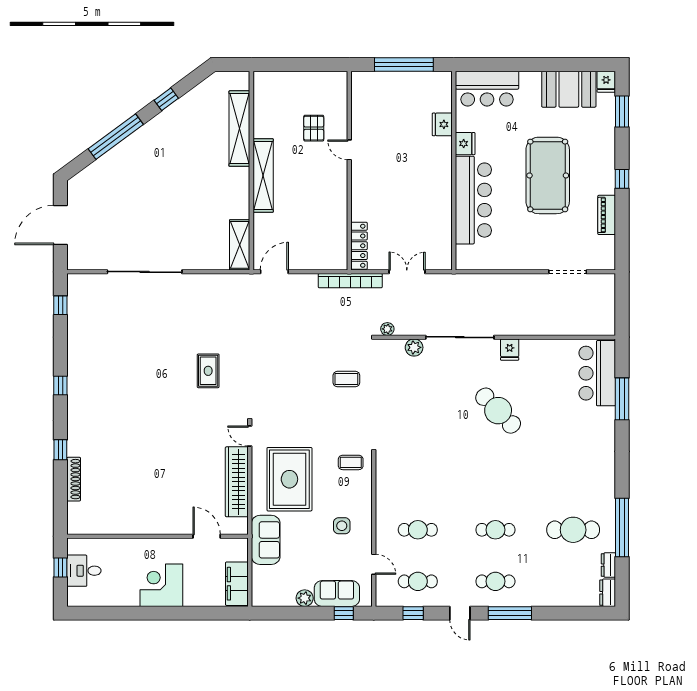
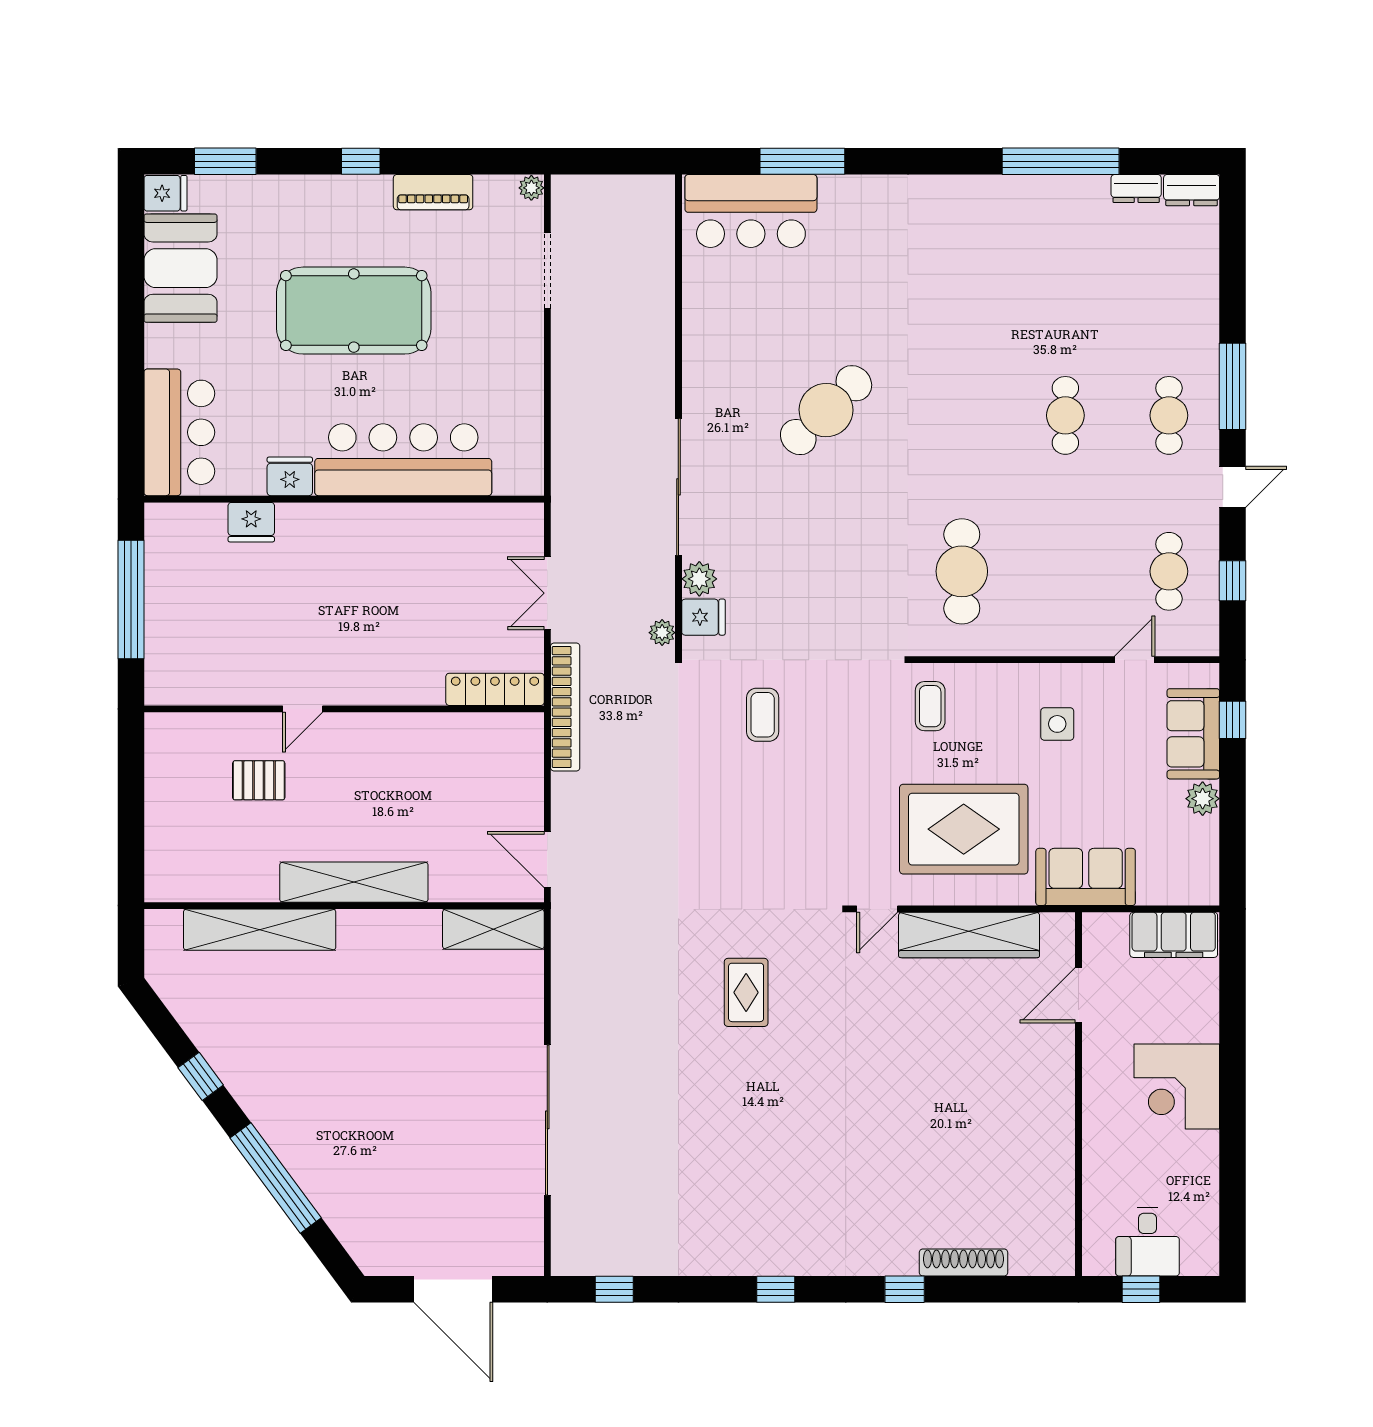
plant: (609, 264) -> (531, 188), added
fridge: (510, 350) -> (703, 617), moved
rug: (208, 371) -> (746, 992), turned 90
cafe table: (418, 530) -> (962, 571), moved, width x1.37, depth x1.35
cafe table: (573, 530) -> (1065, 259), removed

